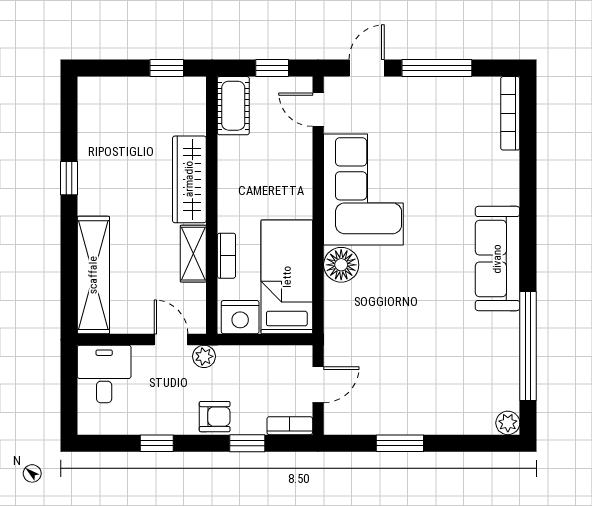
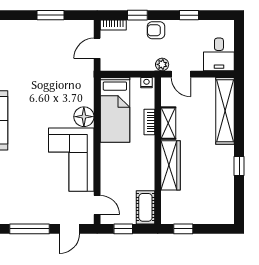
nightstand: (240, 317) -> (147, 83), width x0.53, depth x0.56

